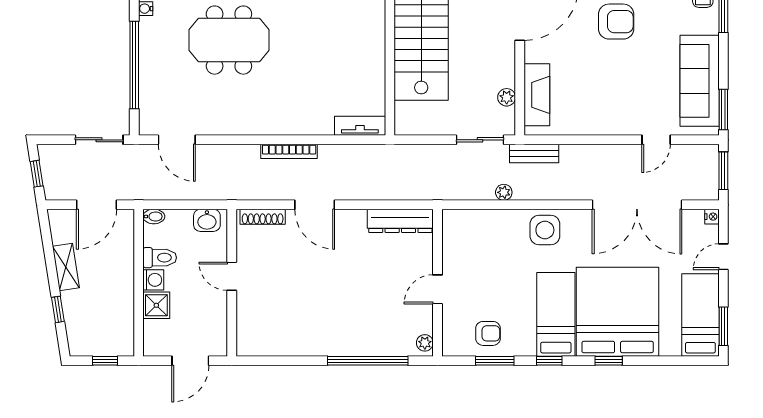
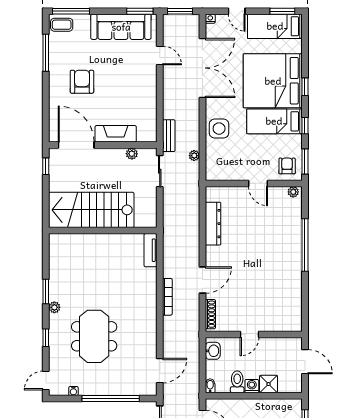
fireplace: (537, 95) -> (116, 134), moved
wall: (437, 283) -> (254, 183), moved
door: (437, 289) -> (258, 183), moved
plant: (425, 343) -> (293, 192), moved

